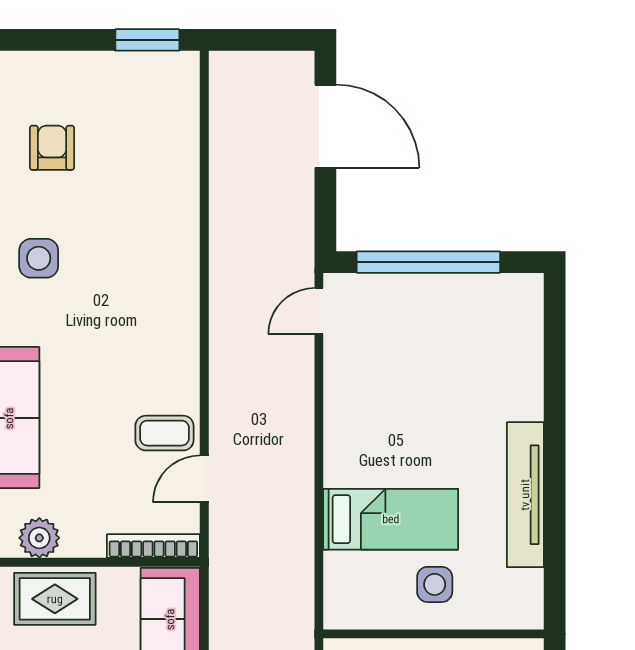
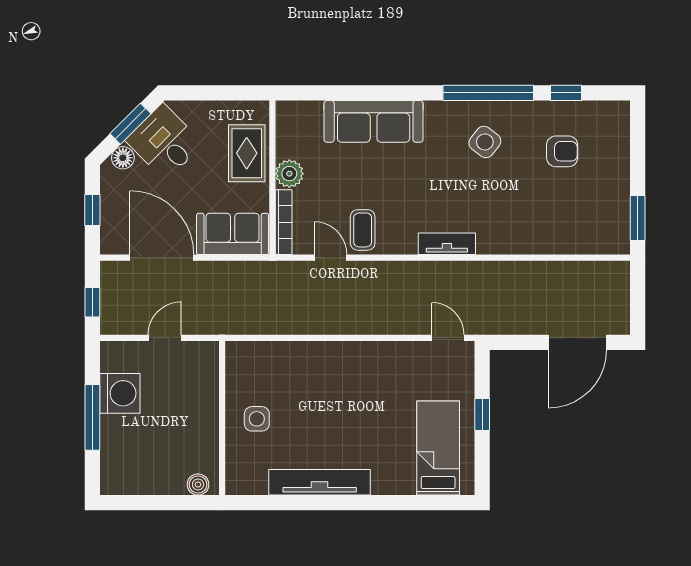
side table: (39, 258) -> (485, 142), turned 38
window: (428, 262) -> (482, 414), width x0.32
tv unit: (184, 313) -> (447, 244), added
bed: (391, 519) -> (438, 448), moved, turned 180
plant: (39, 538) -> (289, 174), moved

